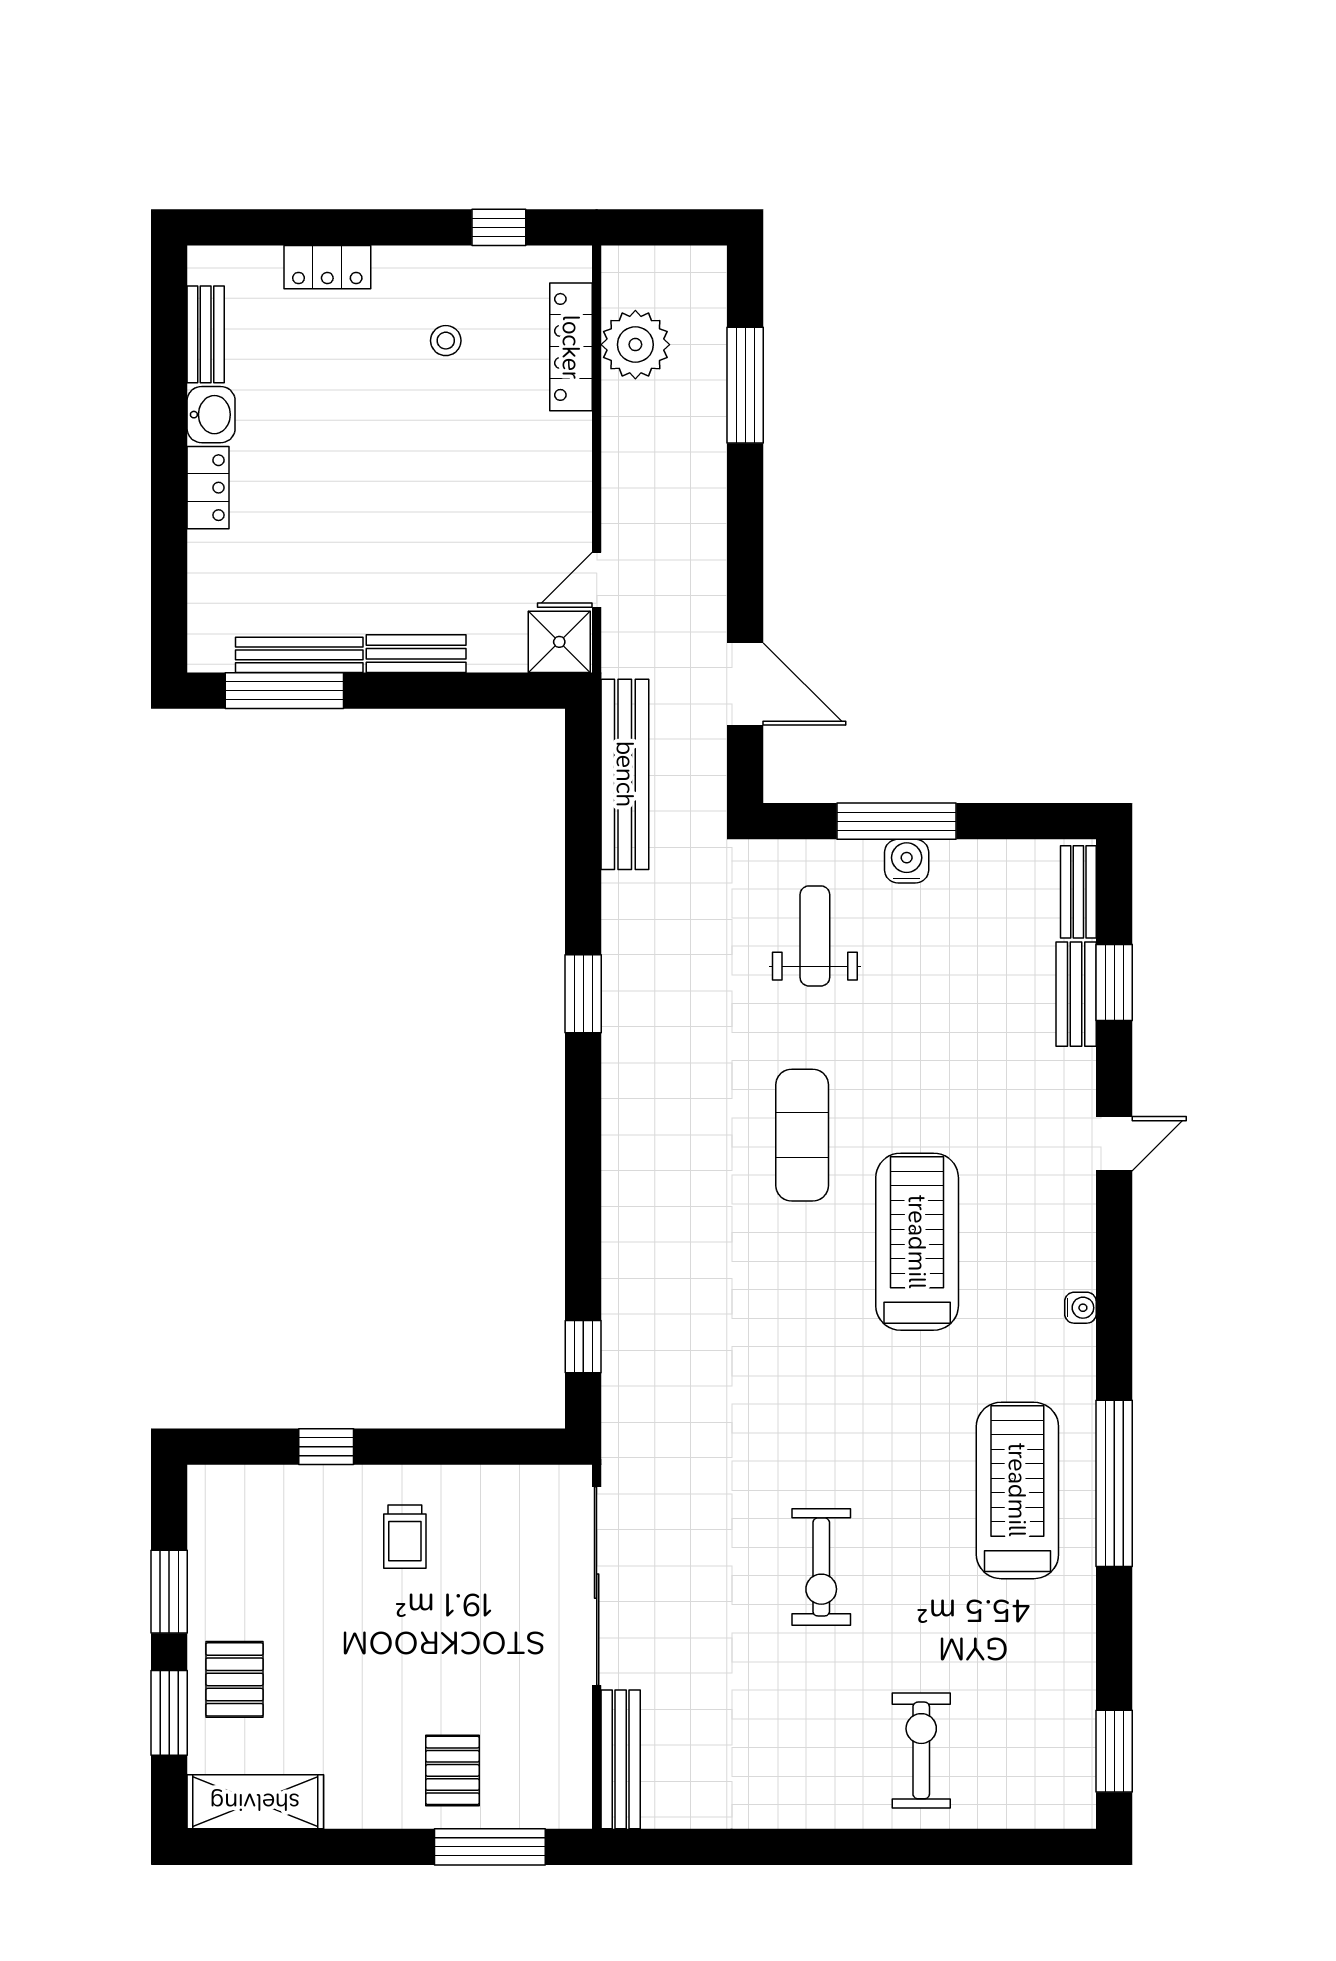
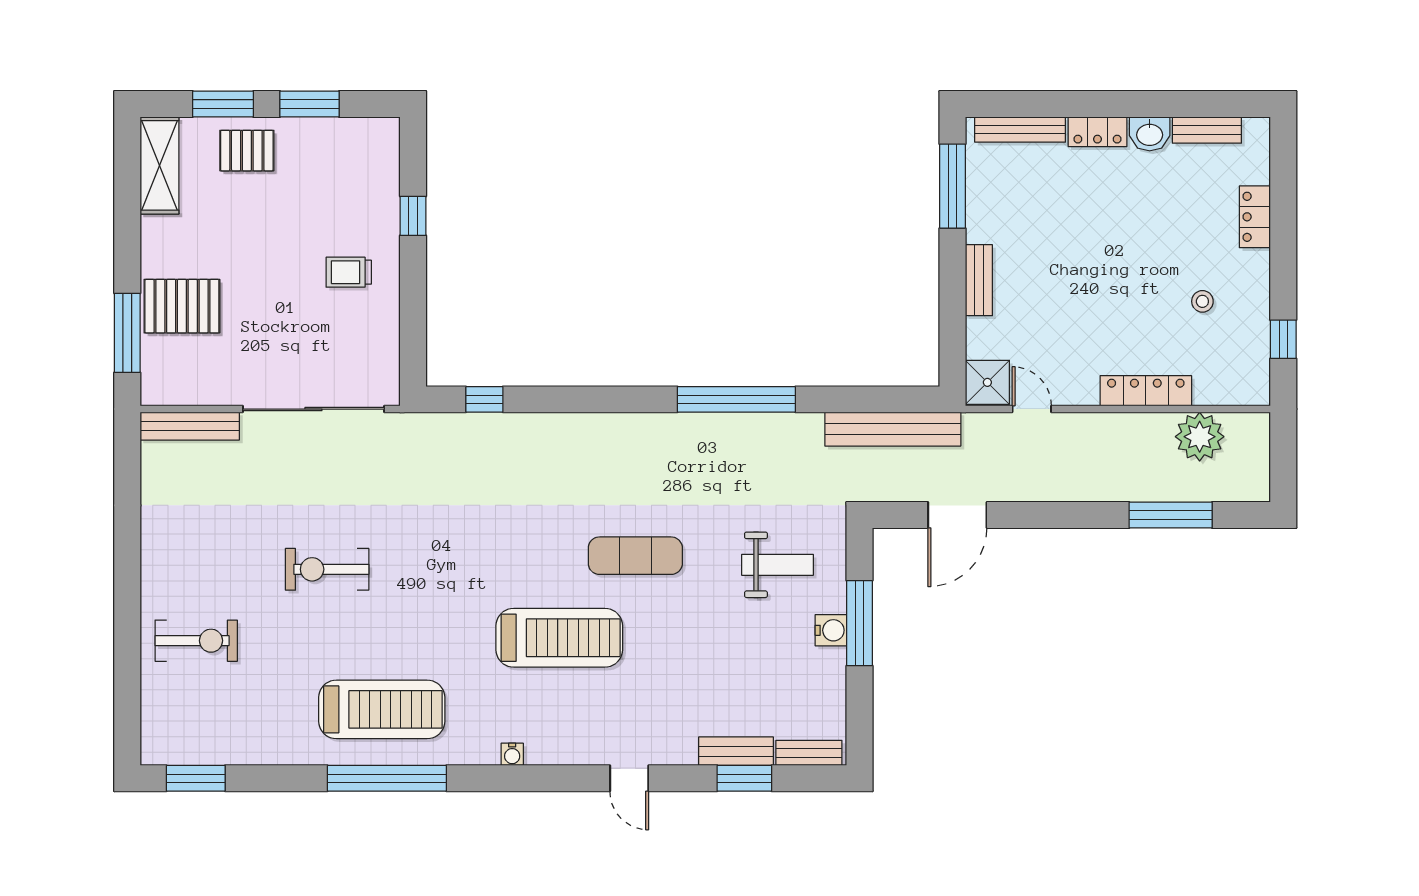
locker: (571, 347) -> (1146, 391), moved
bench: (299, 655) -> (1020, 130), moved, turned 90
window: (583, 994) -> (736, 399), width x2.11
pallet: (452, 1770) -> (182, 306), width x1.50, depth x1.42

